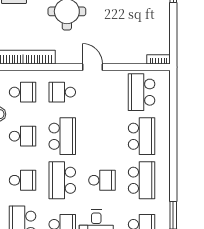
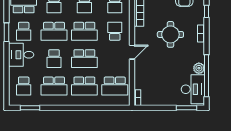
school desk: (142, 92) -> (115, 86), turned 180
school desk: (102, 136) -> (84, 59), added
school desk: (62, 180) -> (54, 31), turned 180

